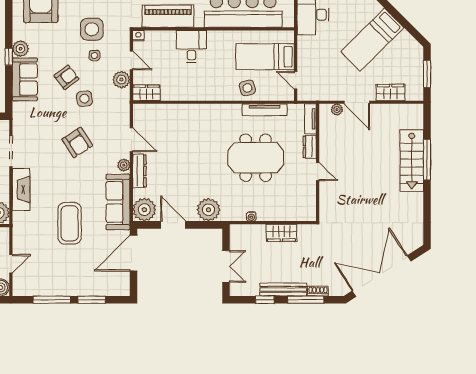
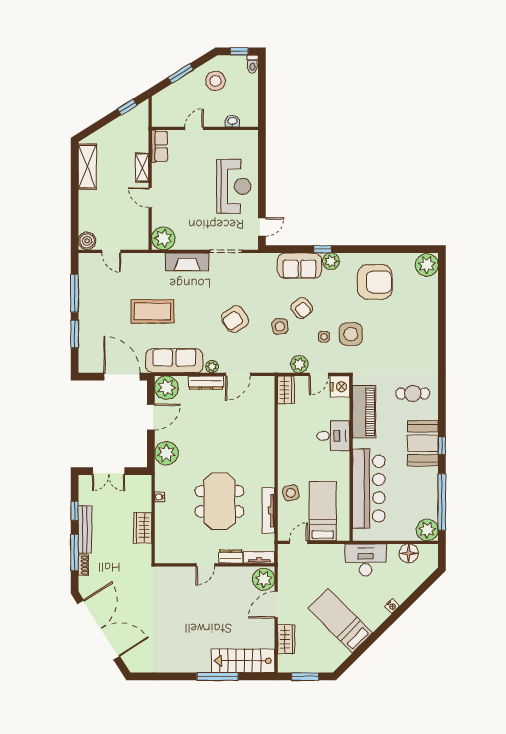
nightstand: (138, 36) -> (340, 387), width x1.89, depth x1.79
plant: (337, 110) -> (264, 579), width x1.88, depth x1.88
stairs: (412, 161) -> (243, 661), moved

